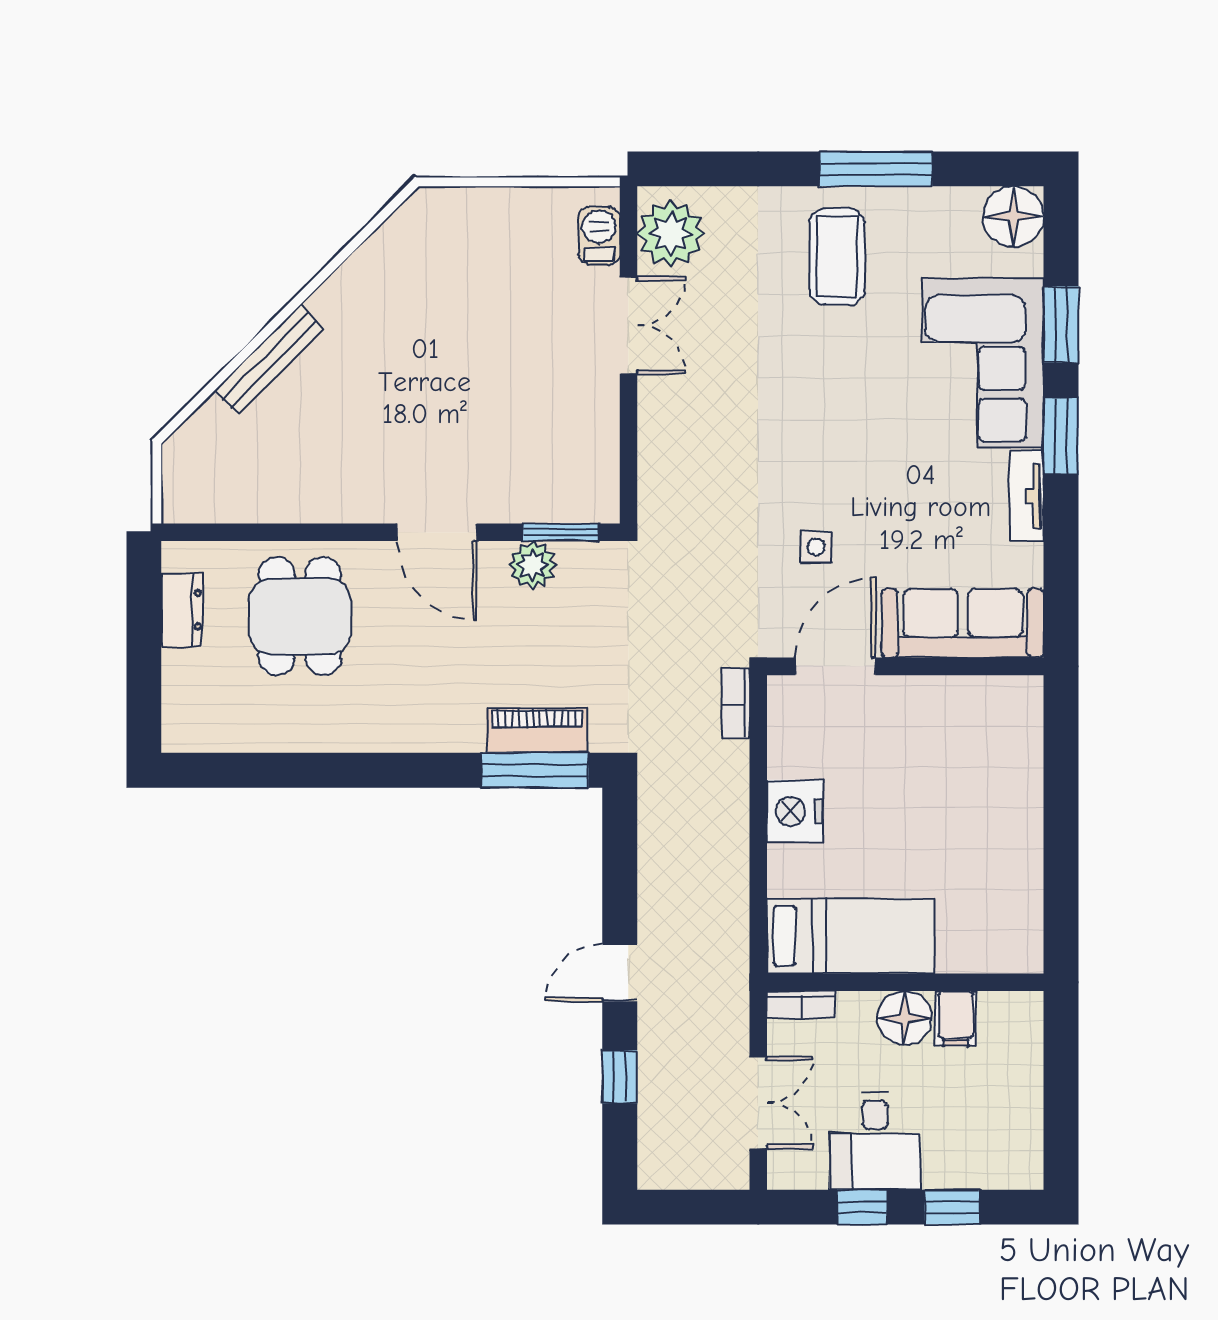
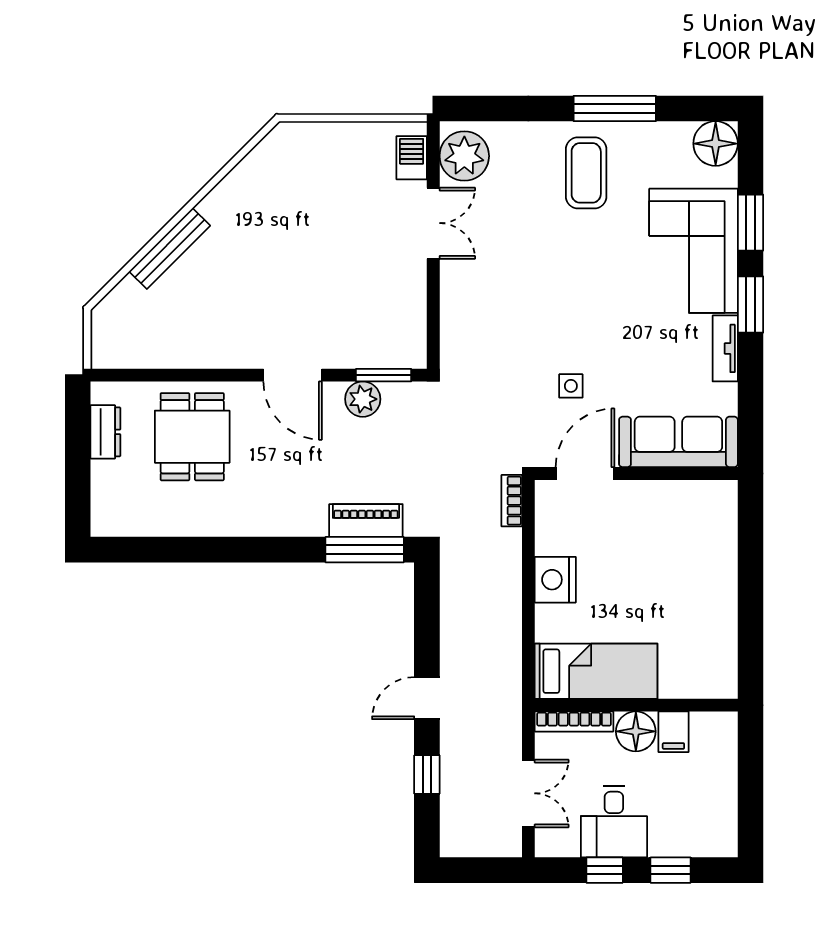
bookcase: (801, 1005) -> (574, 722), width x1.56

